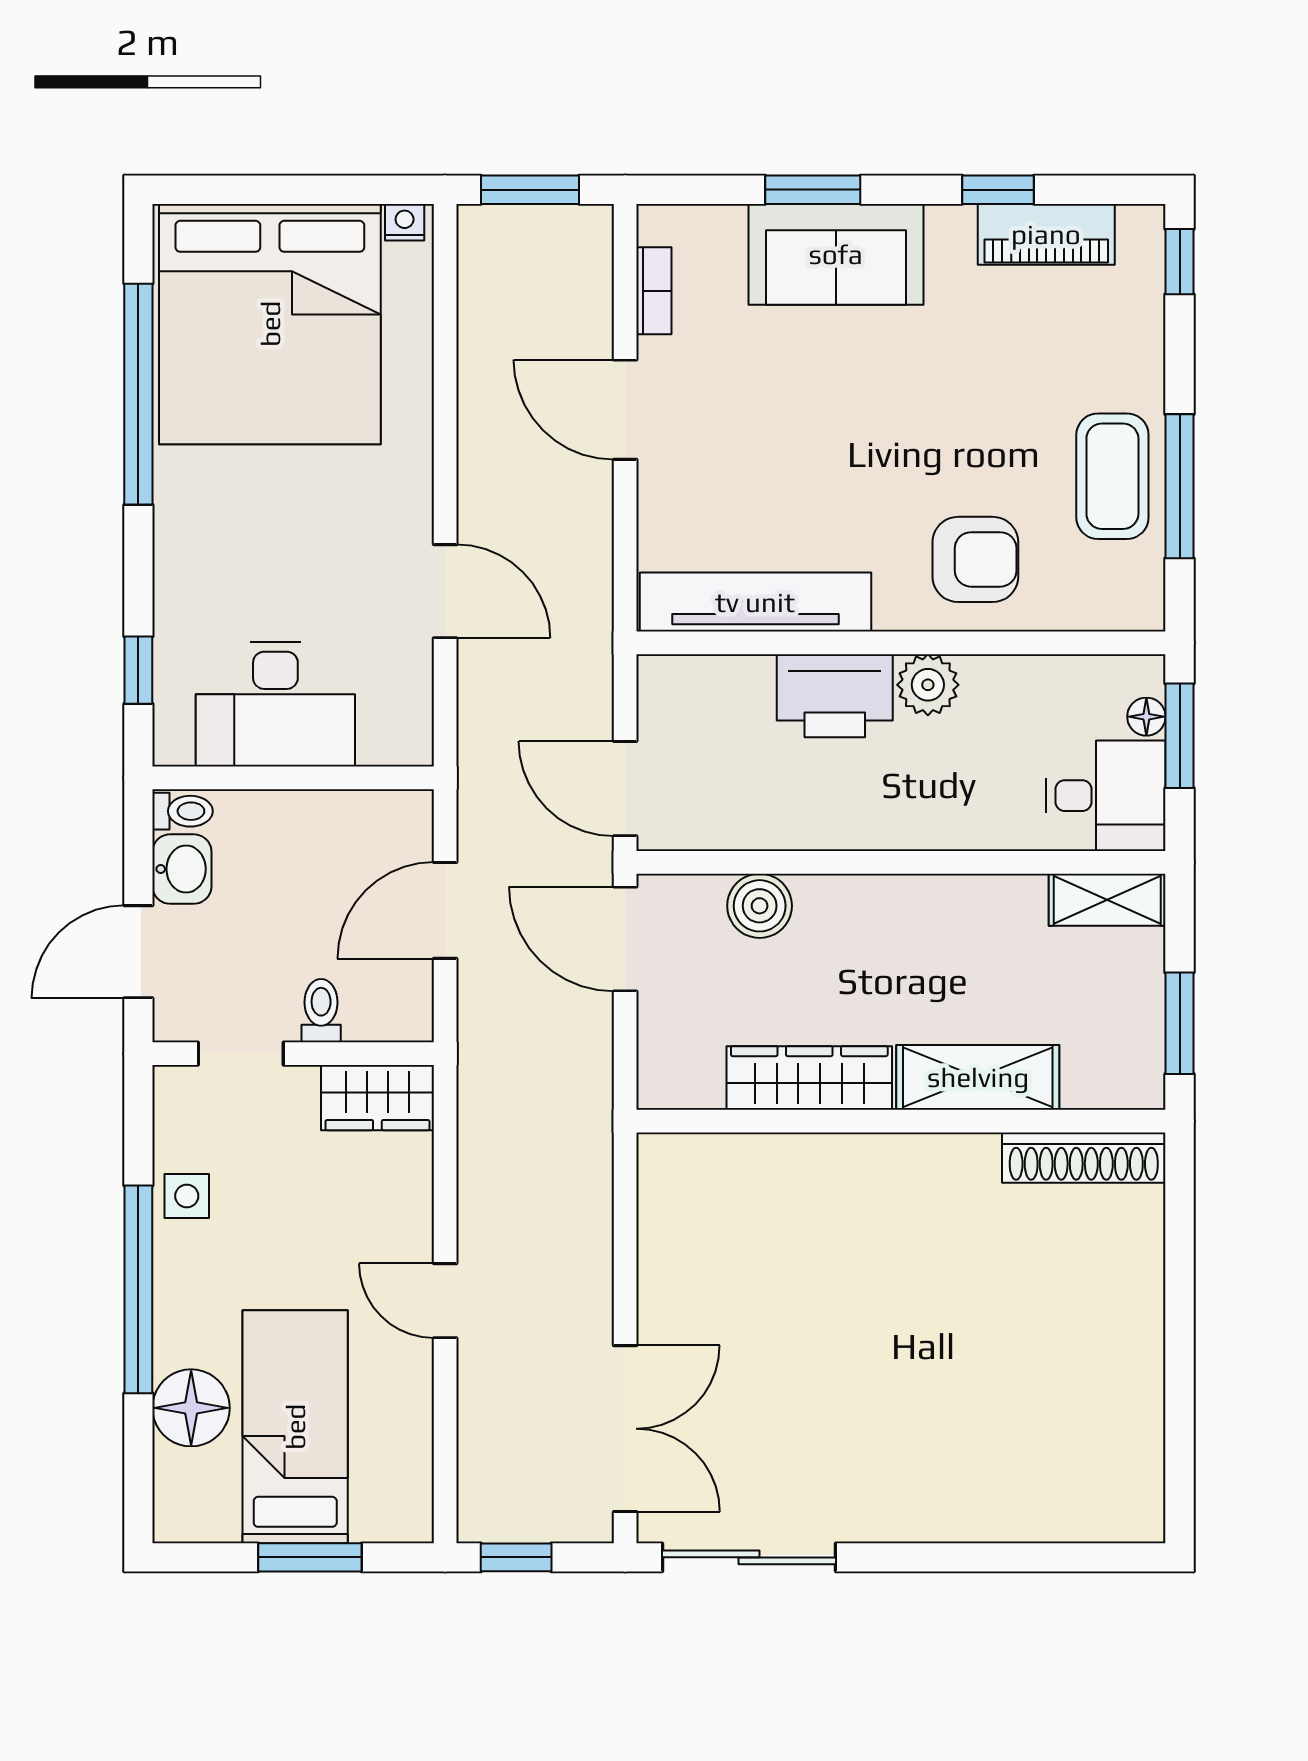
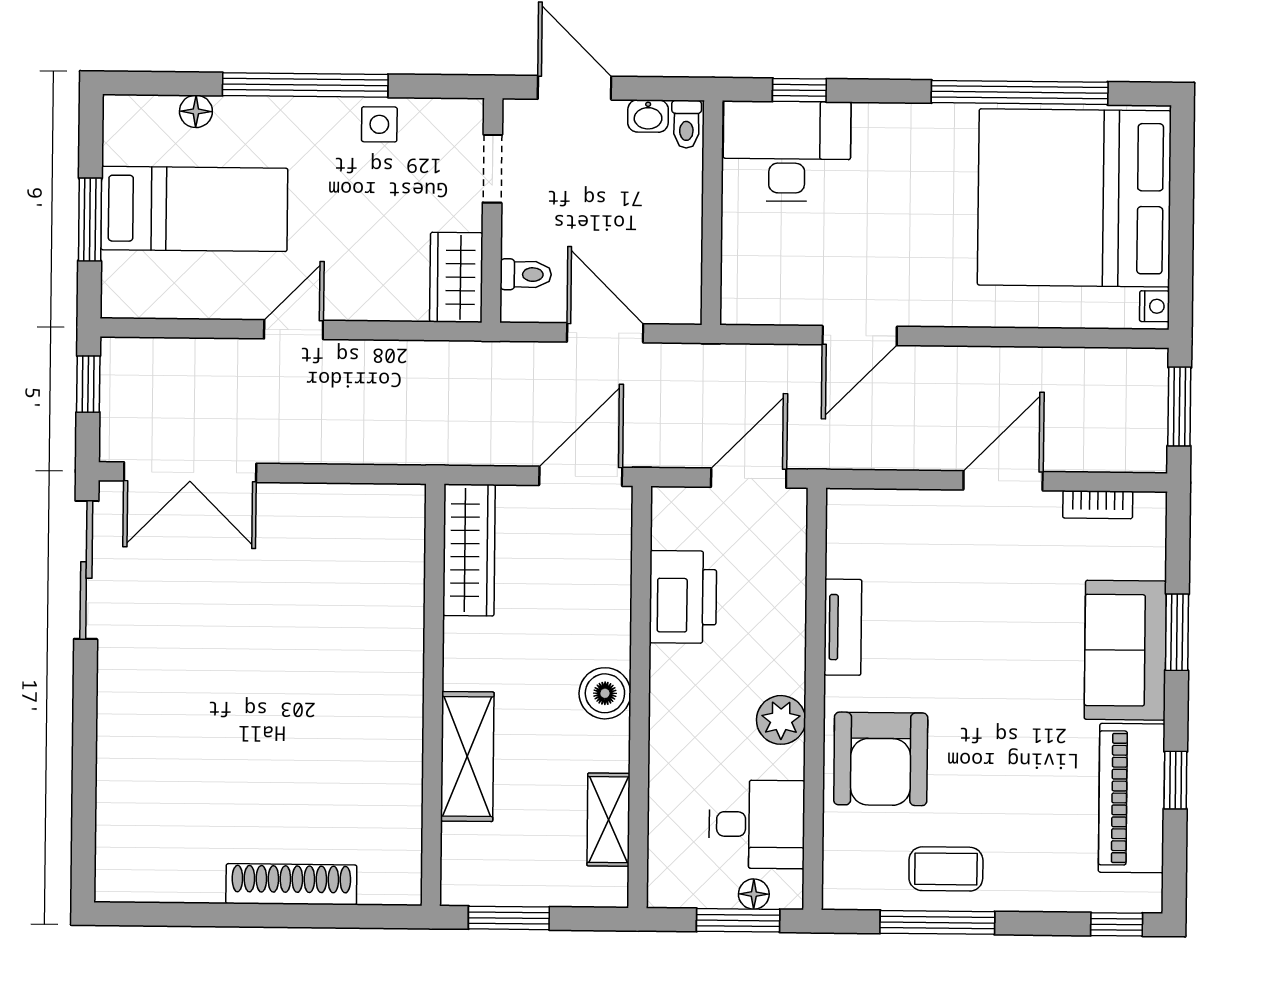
piano: (1046, 234) -> (1132, 798), width x1.37, depth x1.33
coffee table: (1112, 476) -> (946, 869), width x0.73, depth x0.77
armchair: (975, 559) -> (881, 759), width x1.36, depth x1.36
tv unit: (755, 602) -> (843, 627), width x0.52, depth x0.78
printer: (835, 696) -> (683, 597), moved, turned 180
desk: (275, 704) -> (787, 151), moved, turned 90
door: (625, 789) -> (749, 478), moved
desk: (1106, 796) -> (757, 824), moved, turned -90
washbasin: (182, 869) -> (648, 116), width x0.72, depth x0.69
shelving: (1107, 900) -> (608, 820), moved
boiler: (760, 906) -> (605, 693), moved
toilet: (321, 1011) -> (526, 274), moved
wardrobe: (809, 1078) -> (469, 550), moved
shoe rack: (1084, 1158) -> (291, 884), moved, turned 90
floor lamp: (191, 1408) -> (196, 111), width x0.53, depth x0.53

